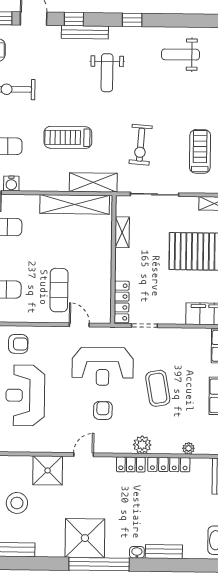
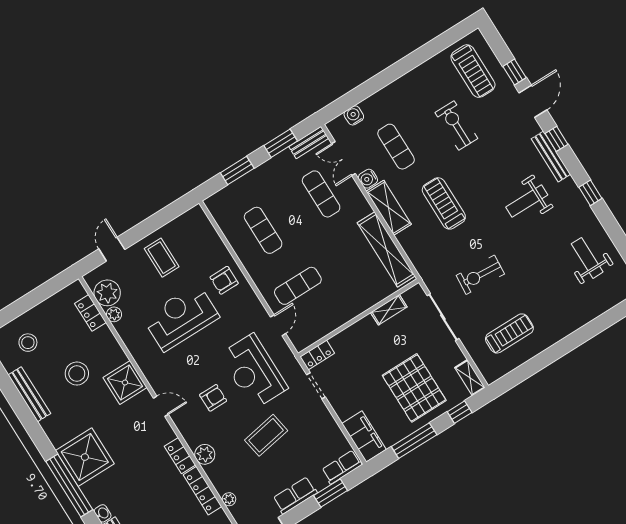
shelving: (93, 182) -> (389, 208), moved
locker: (122, 302) -> (317, 355), width x0.66
armchair: (18, 344) -> (224, 280), turned 90

